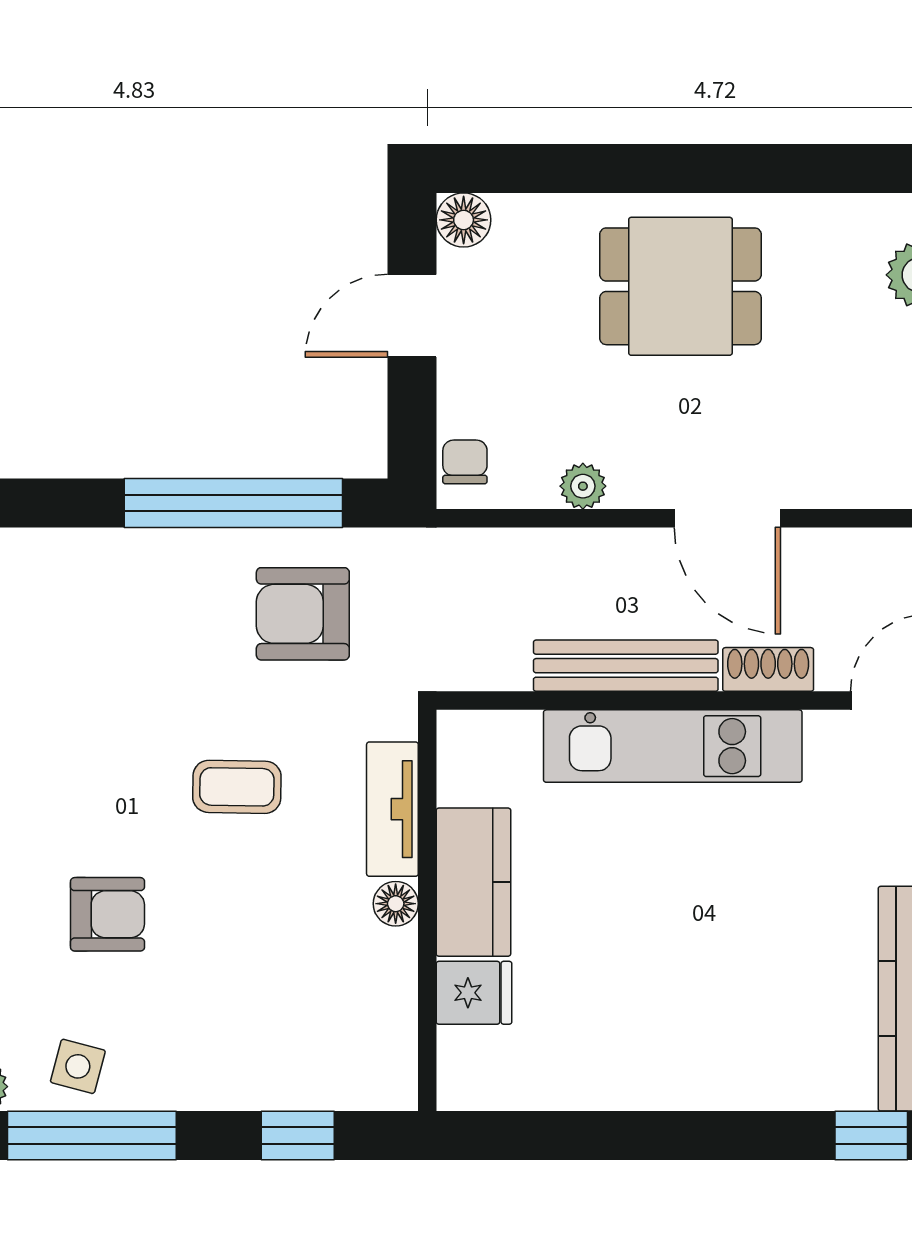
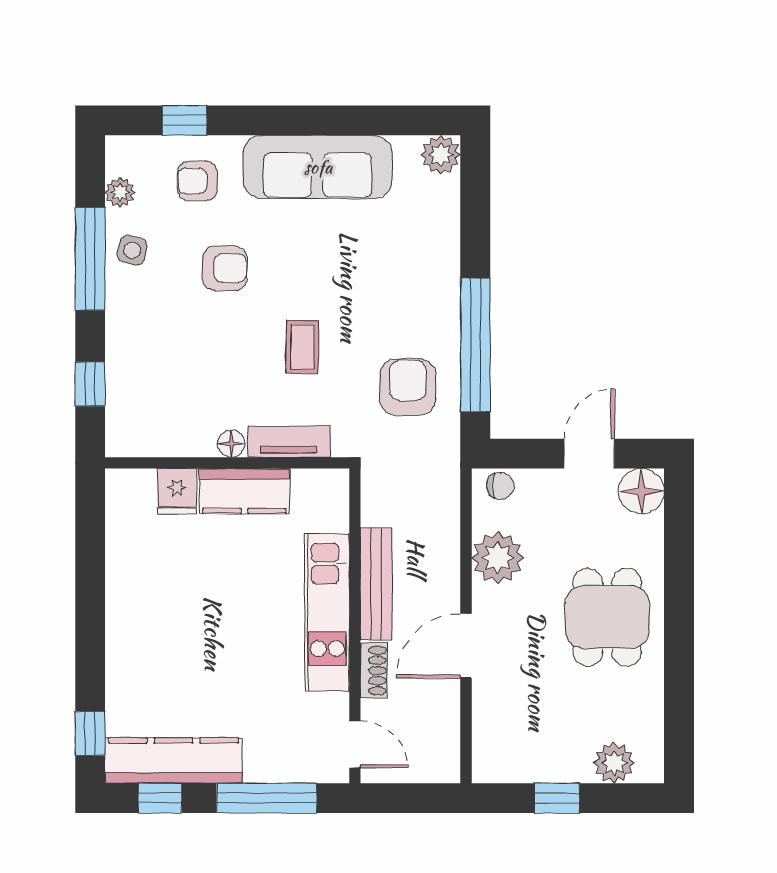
floor lamp: (464, 220) -> (641, 491), width x1.38, depth x1.38
door: (412, 316) -> (589, 454), hinge flipped
plant: (583, 486) -> (498, 558), width x1.88, depth x1.88
armchair: (107, 914) -> (225, 268), turned -90

